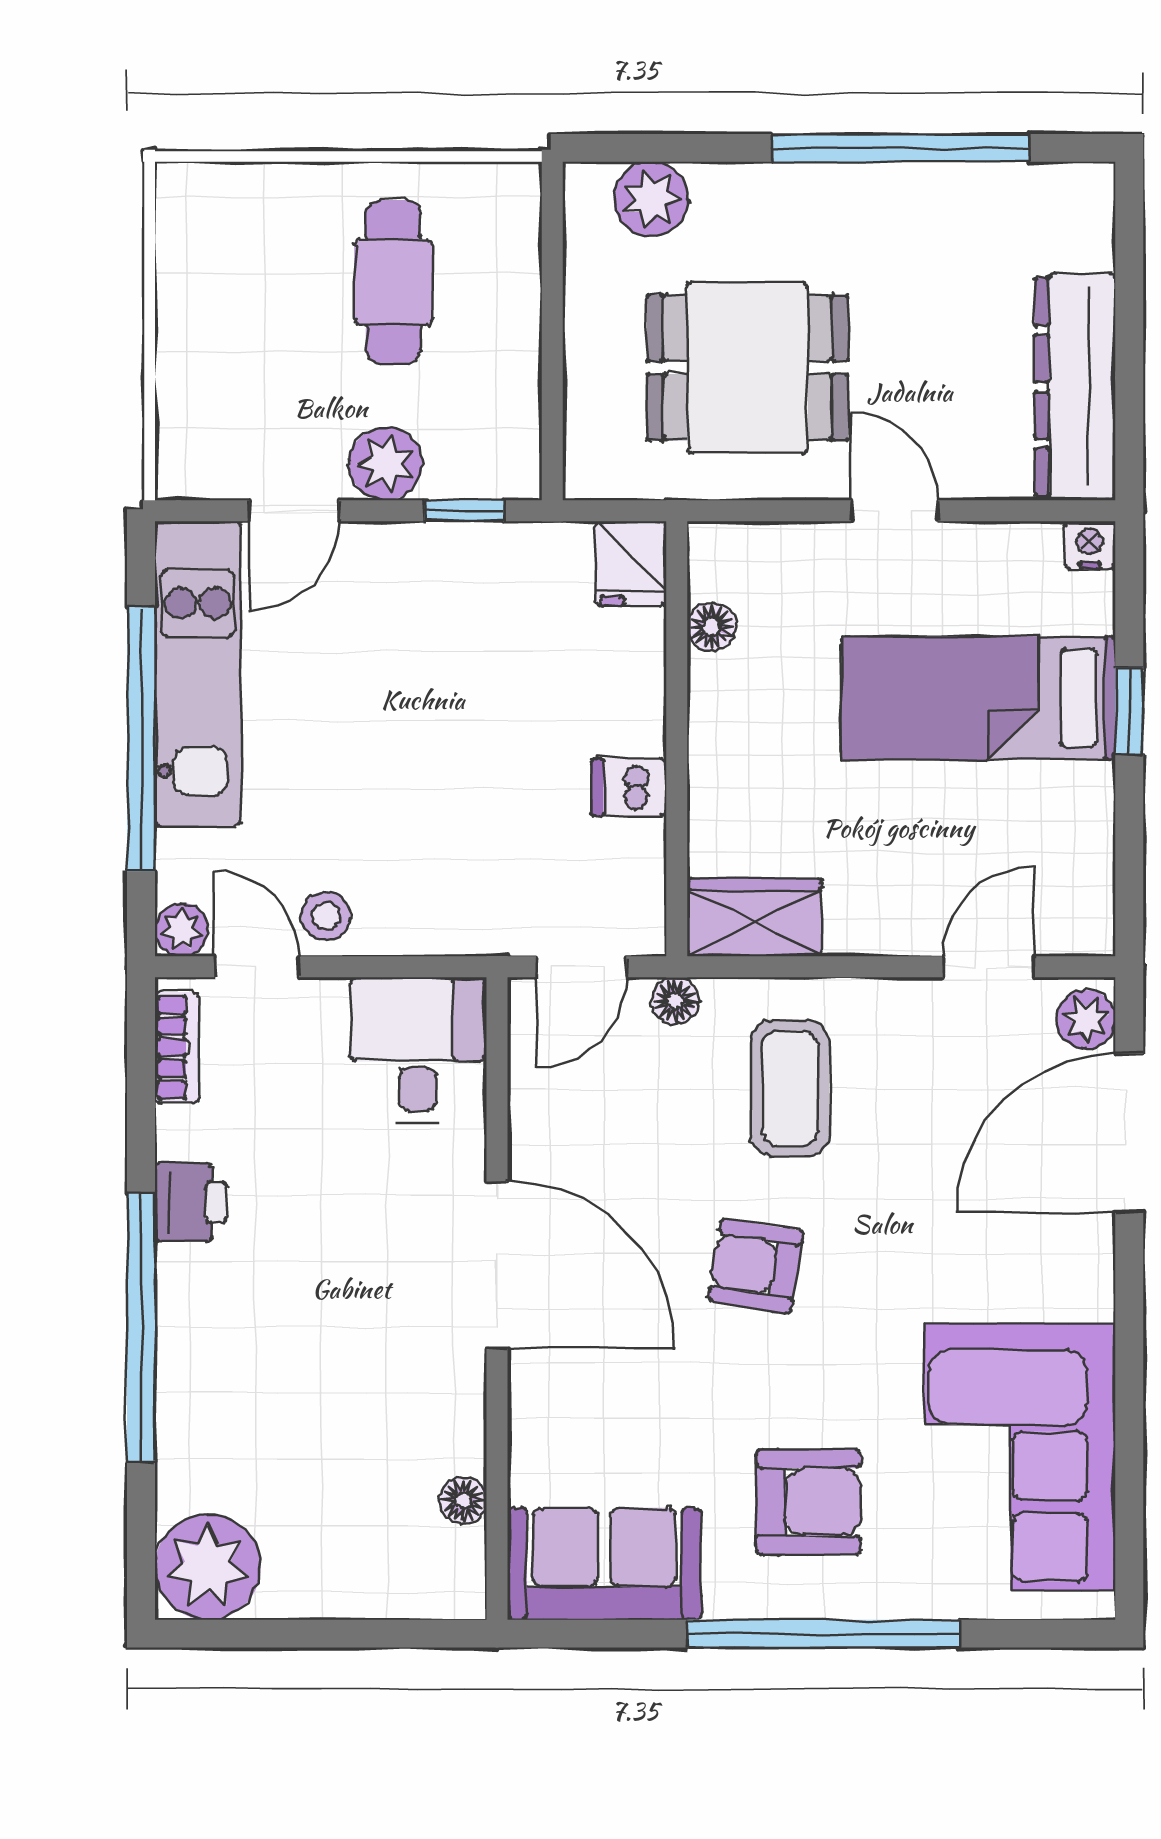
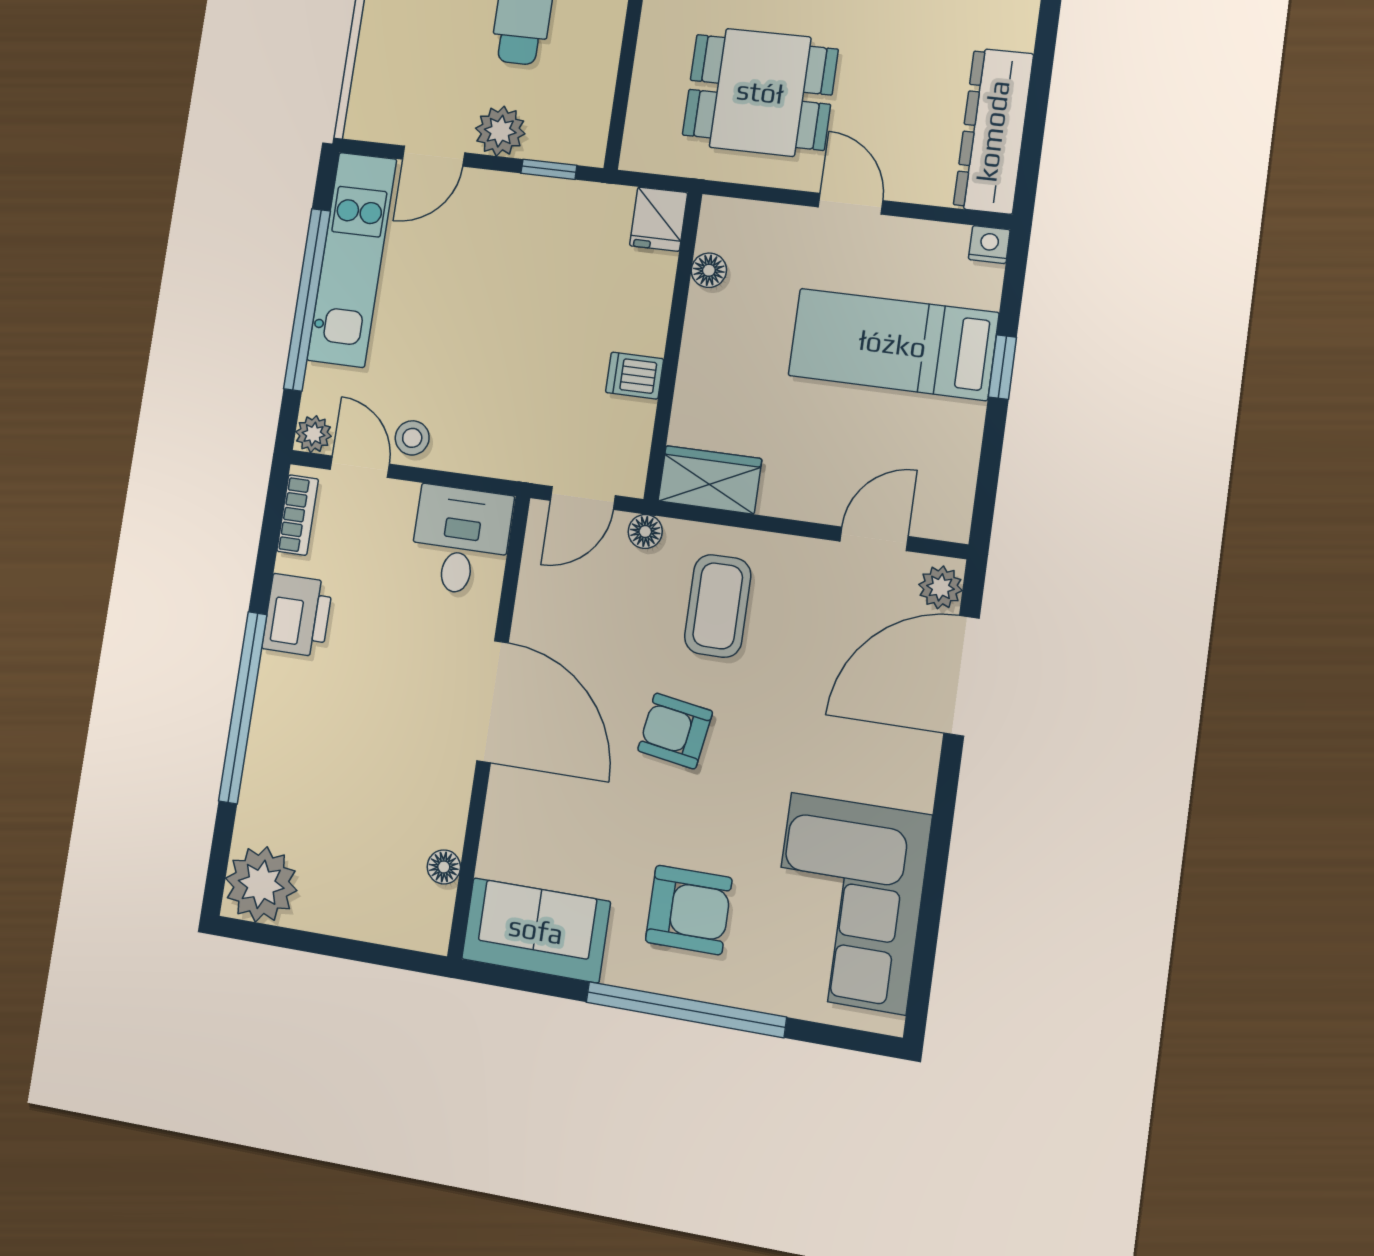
printer: (191, 1202) -> (297, 615), width x1.36, depth x1.24

